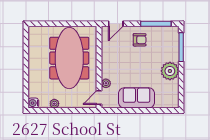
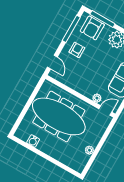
armchair: (168, 43) -> (92, 28), added
door: (99, 97) -> (105, 111), swing flipped
water cooler: (33, 103) -> (33, 141), moved

